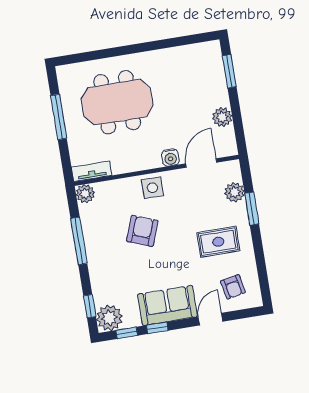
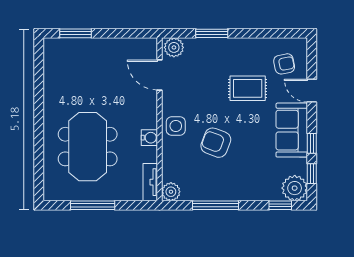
plant: (222, 117) -> (119, 47), removed
water cooler: (170, 158) -> (149, 138), moved
plant: (234, 192) -> (174, 47), moved
rug: (218, 242) -> (248, 88), moved, turned 90

